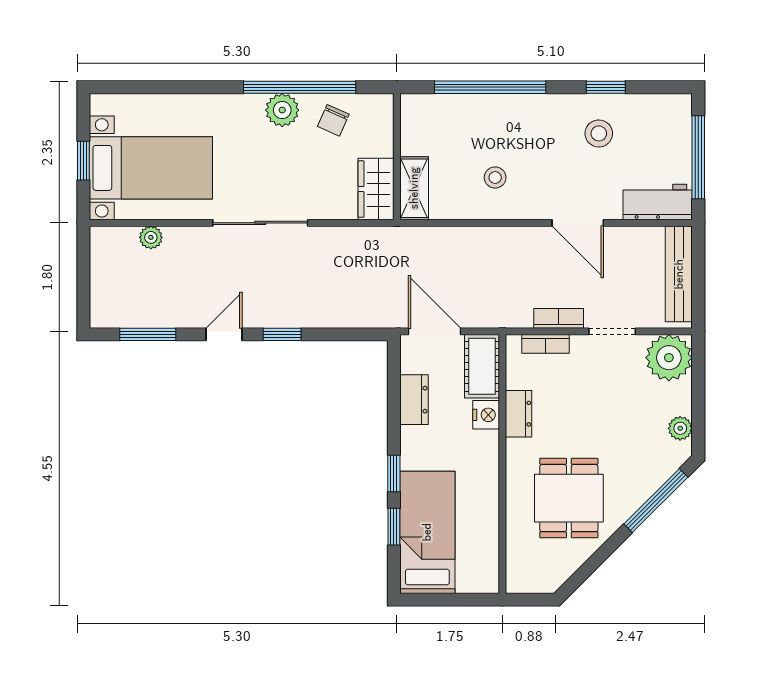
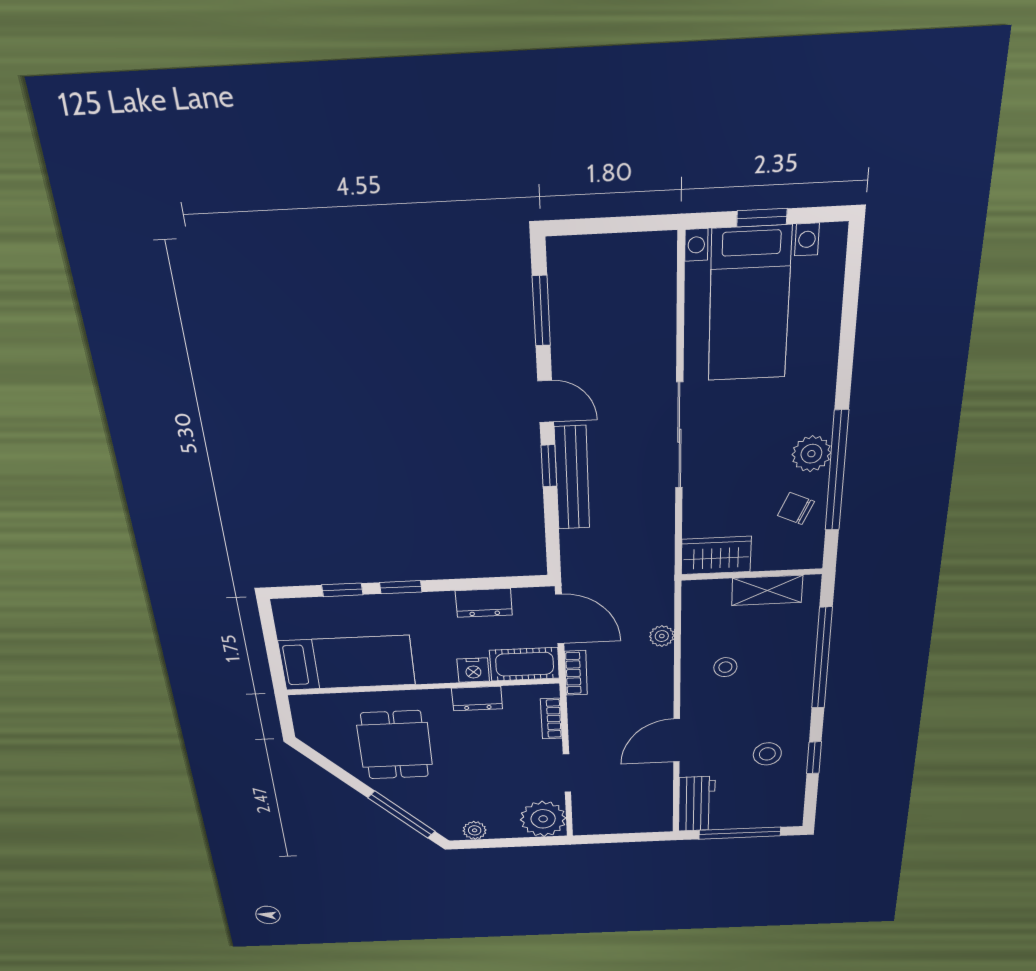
shelving: (414, 188) -> (767, 590), moved
plant: (151, 237) -> (662, 636), moved
bench: (679, 274) -> (572, 478), moved, turned 90
bookcase: (559, 318) -> (576, 673), moved
door: (435, 331) -> (560, 619), hinge flipped
dining table: (569, 498) -> (395, 745), turned 90
bed: (427, 532) -> (347, 663), moved

